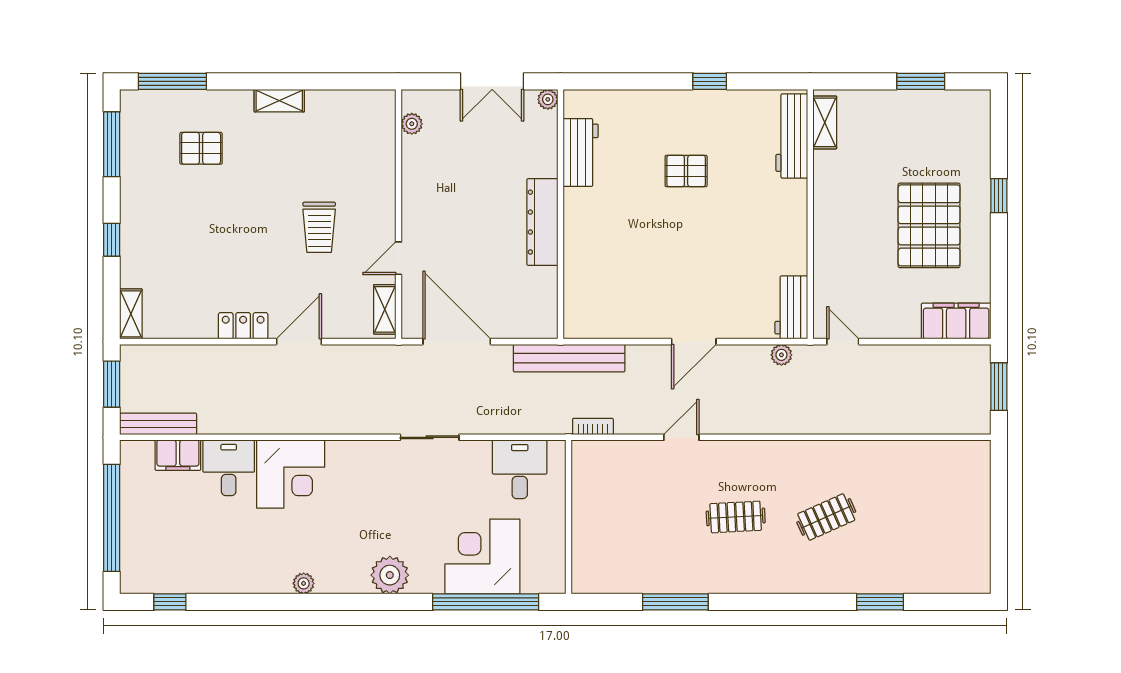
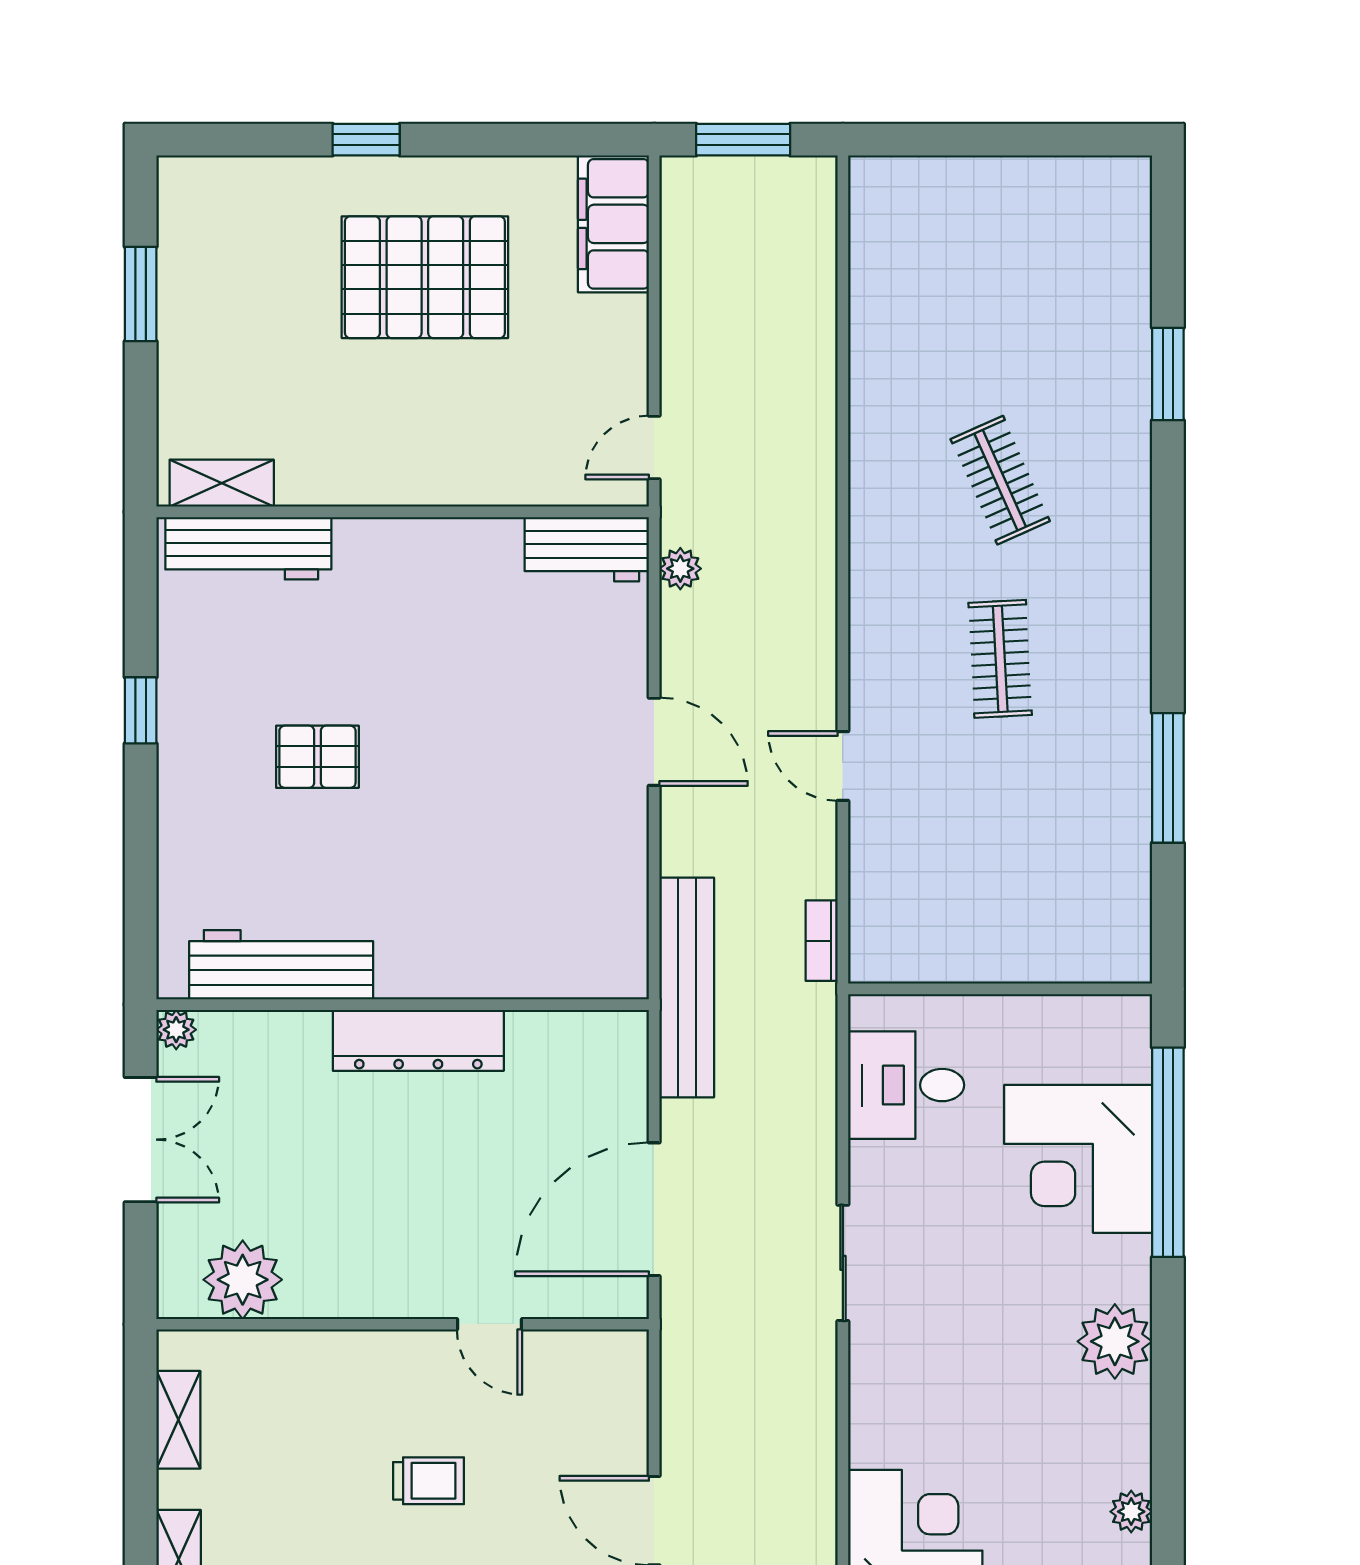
plant: (412, 124) -> (243, 1280), width x1.87, depth x1.87
workbench: (581, 153) -> (281, 965), width x1.38
pallet: (686, 171) -> (317, 757), turned 90
trolley: (319, 227) -> (428, 1481), width x0.73, depth x0.72
shelving: (385, 309) -> (178, 1420), moved, turned 90

